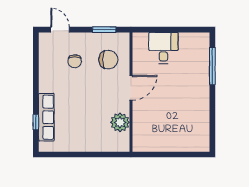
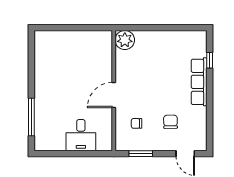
chair: (108, 60) -> (137, 123), width x0.54, depth x0.54
row of seats: (46, 117) -> (199, 82), moved
plant: (120, 122) -> (125, 40), moved

